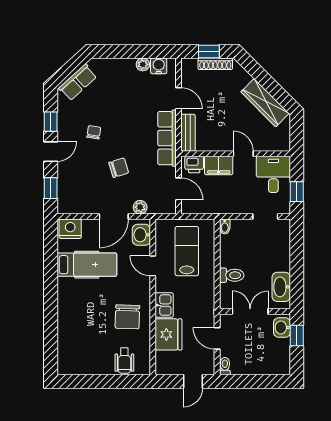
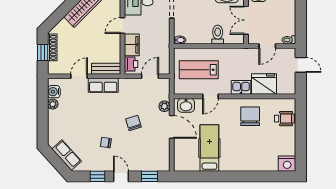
row of seats: (167, 138) -> (103, 85), width x0.68
nightstand: (70, 229) -> (287, 164), moved, turned -90
chair: (127, 317) -> (250, 116), turned -92

